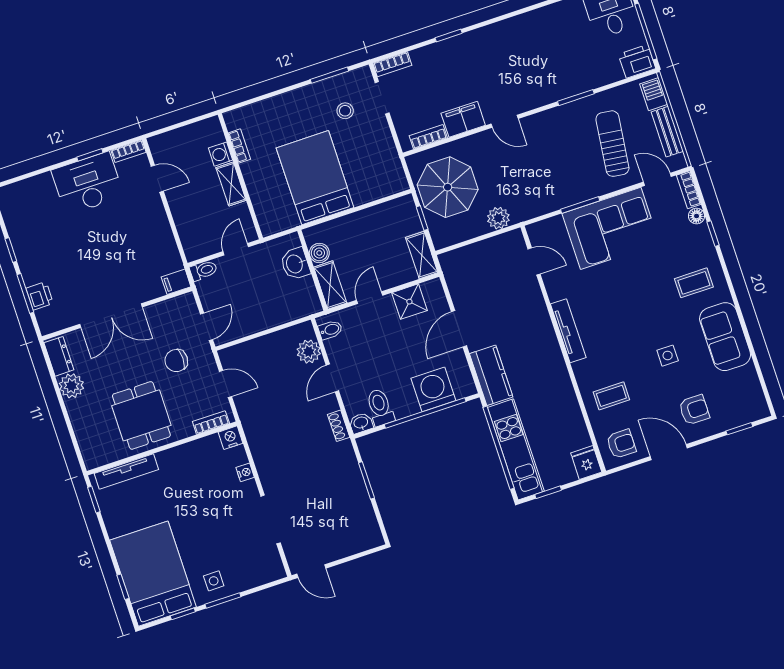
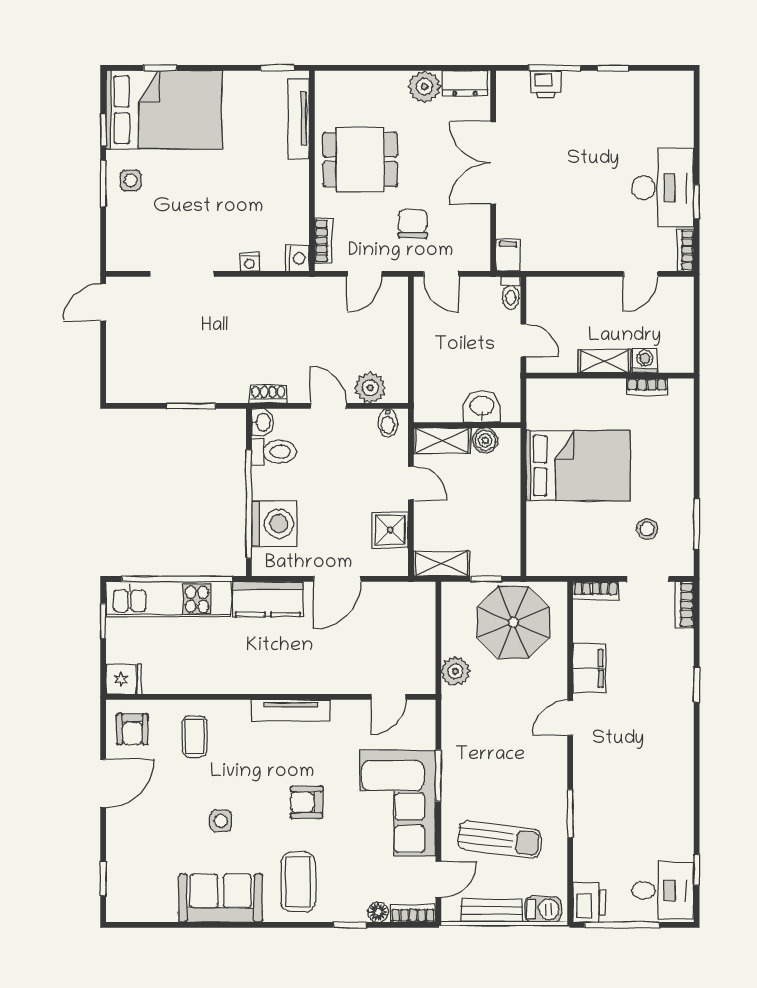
bookcase: (428, 137) -> (596, 591), moved, turned 90
coffee table: (694, 283) -> (298, 882), width x1.36, depth x1.30
door: (459, 329) -> (337, 579), swing flipped
armchair: (694, 410) -> (307, 802), moved, turned 90

